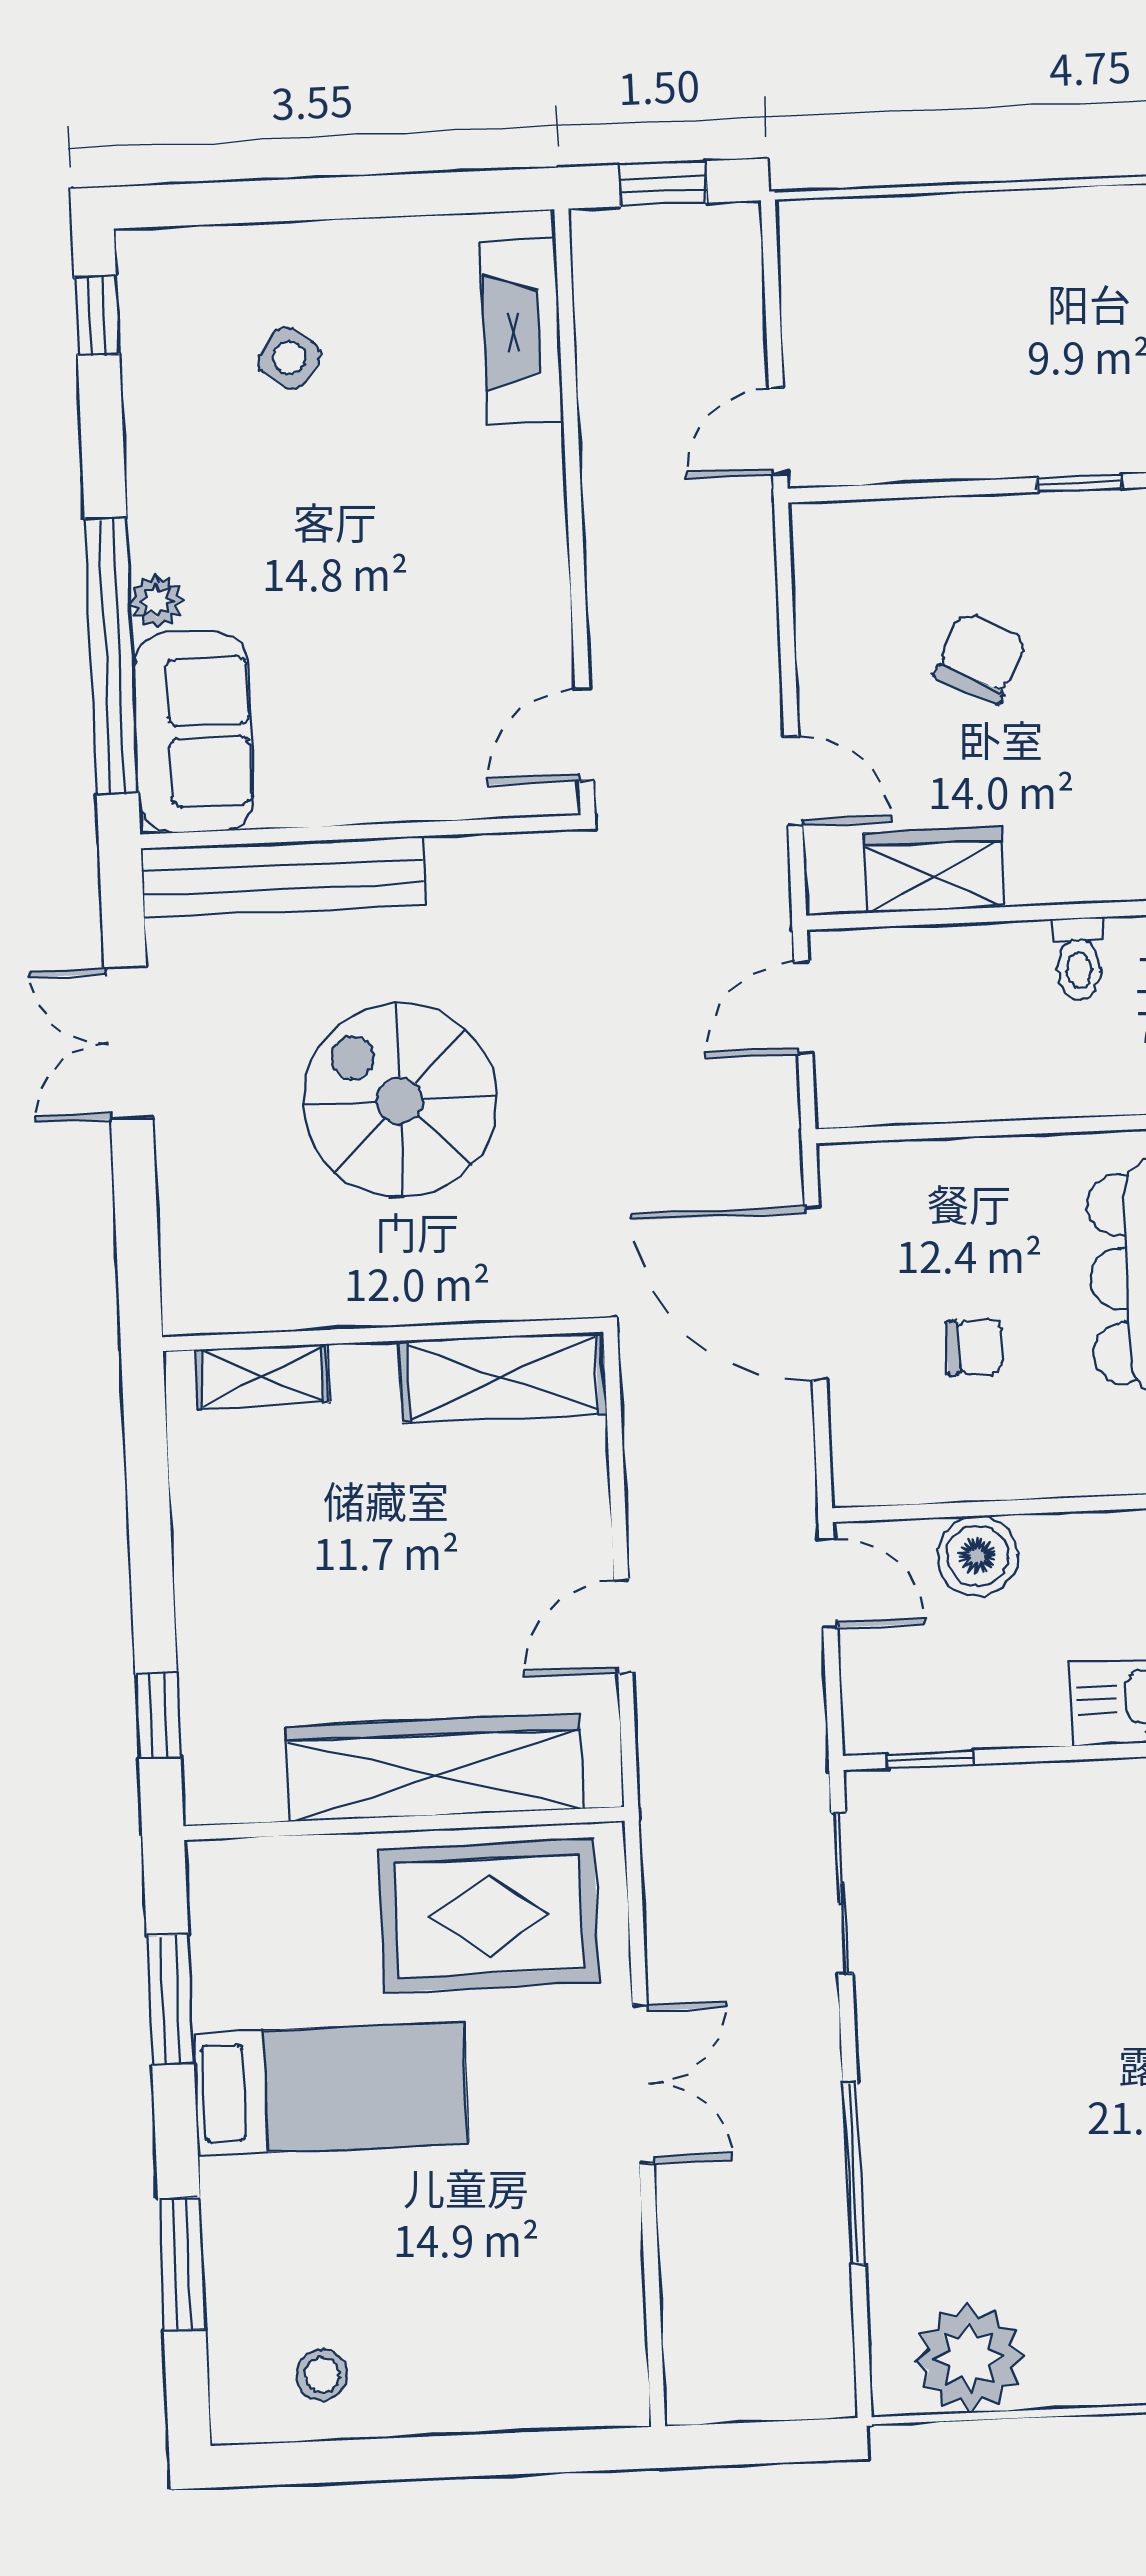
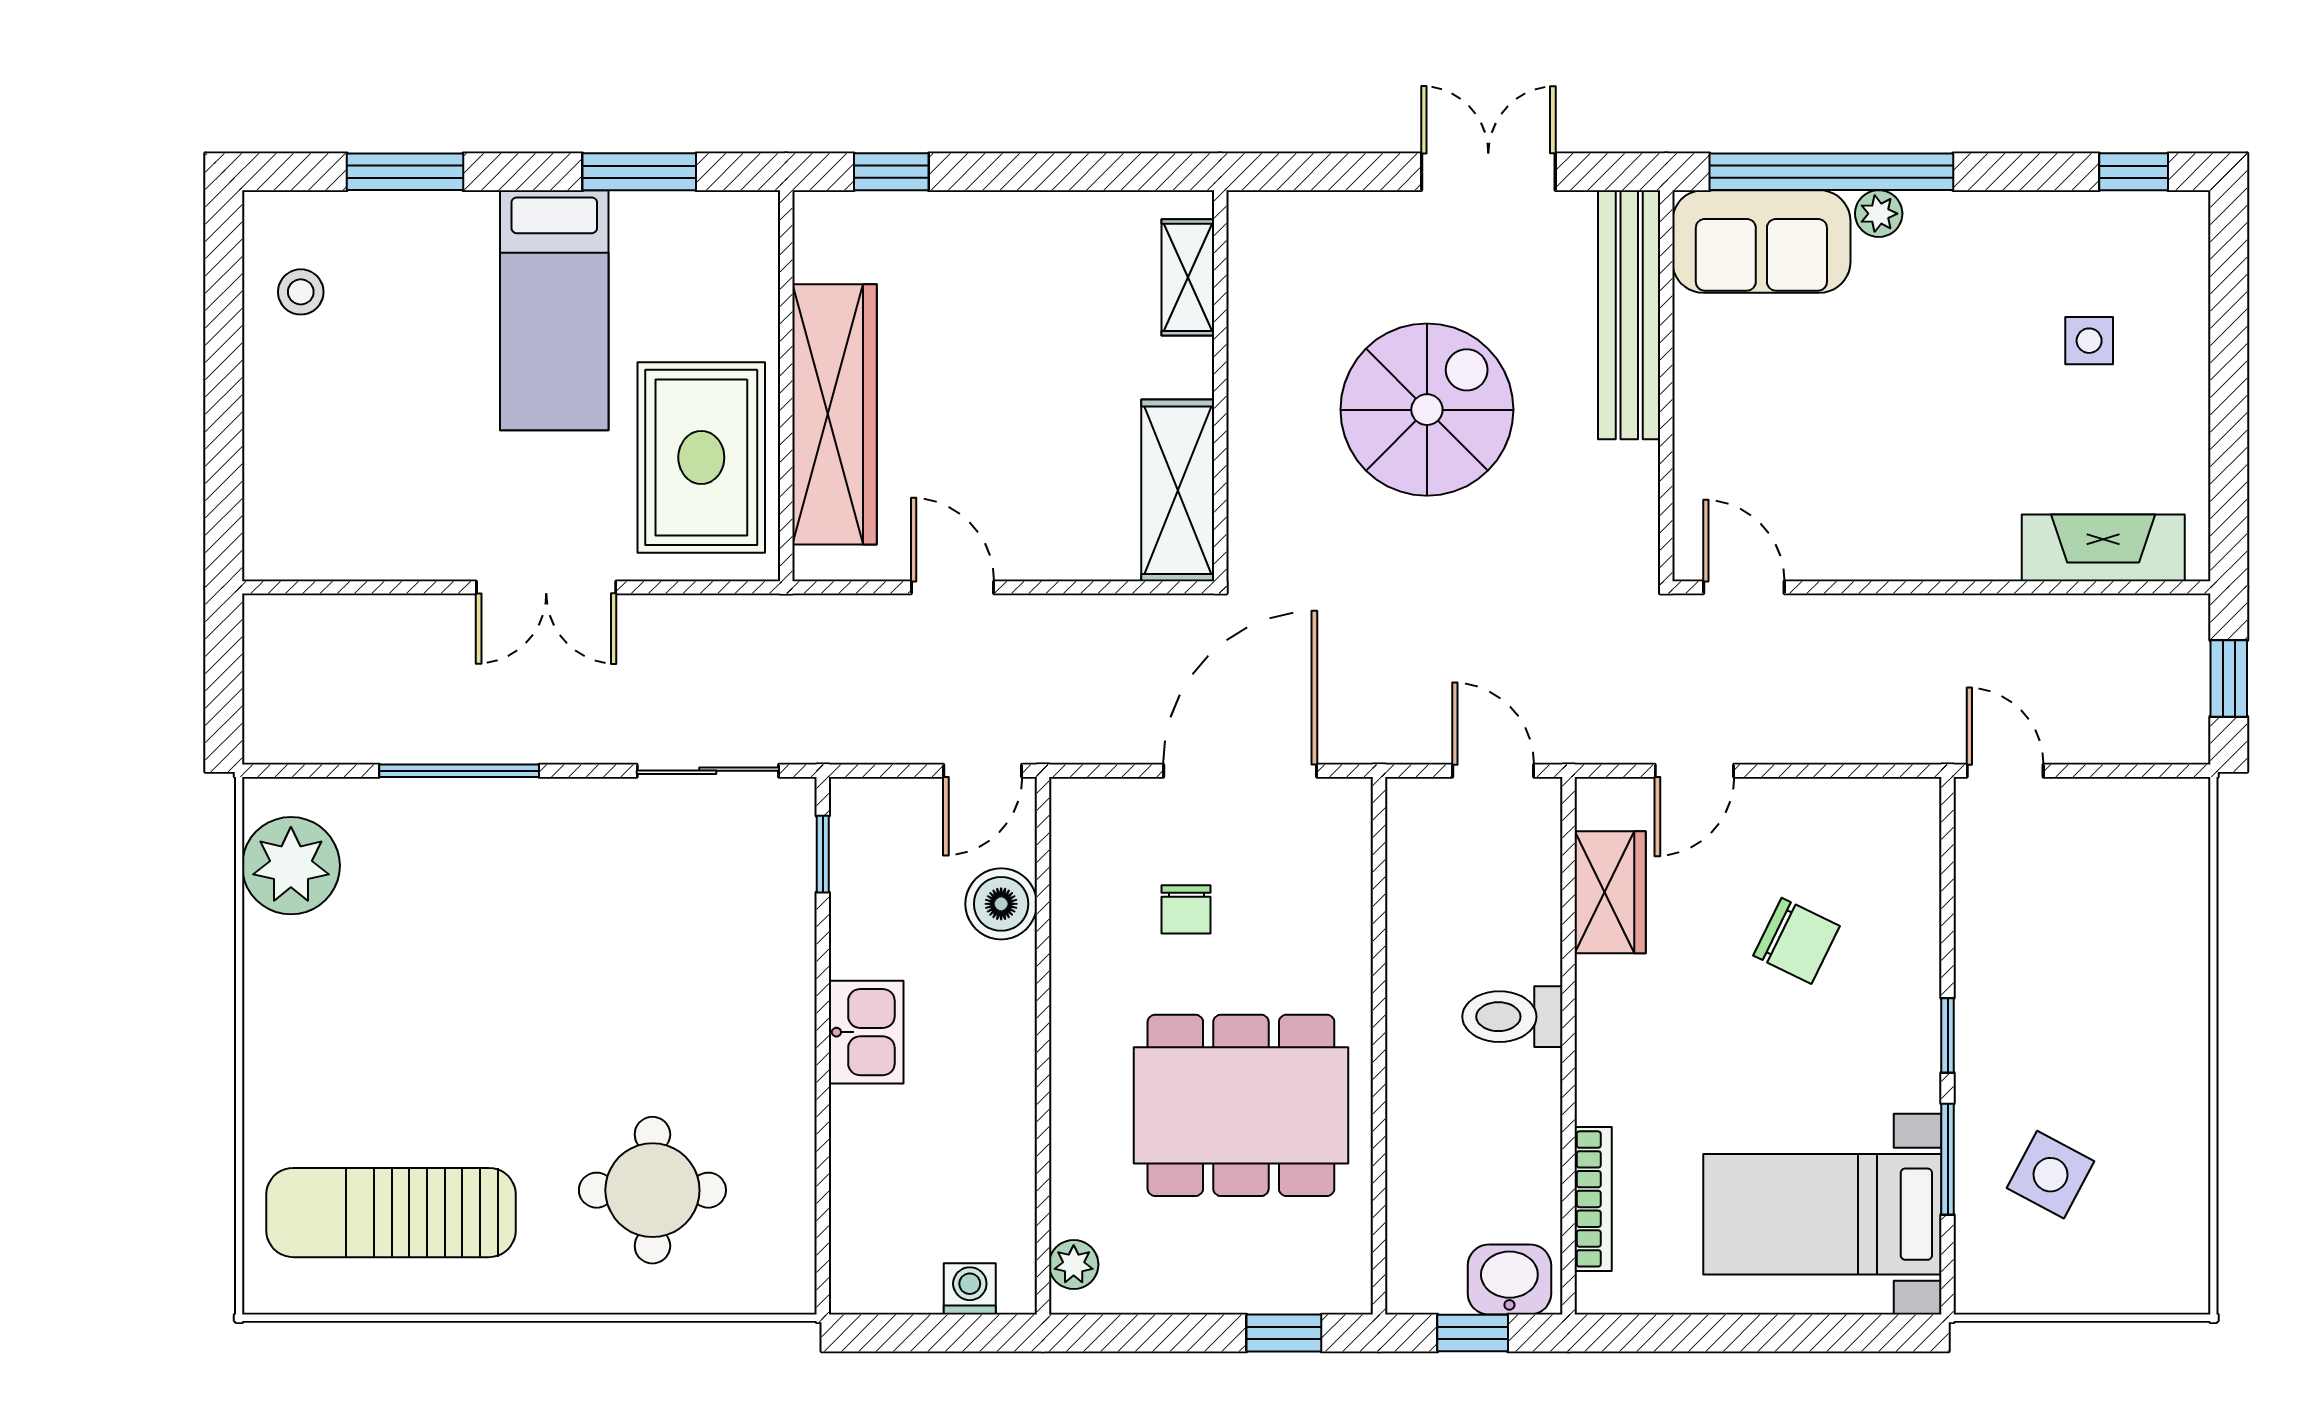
side table: (289, 358) -> (2089, 341), turned -36
toilet: (1079, 959) -> (1512, 1017), width x1.37, depth x1.39

